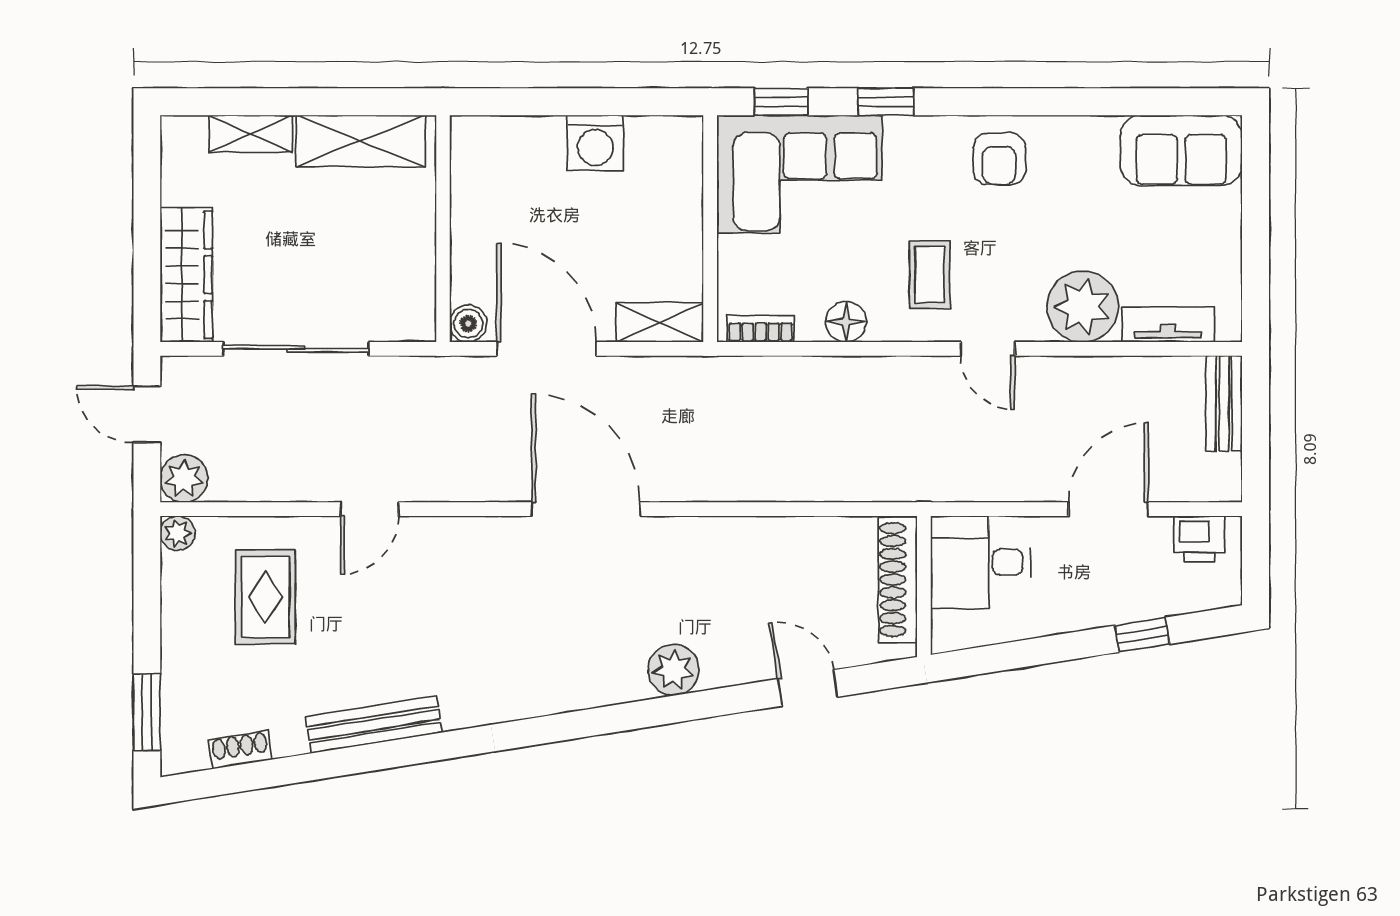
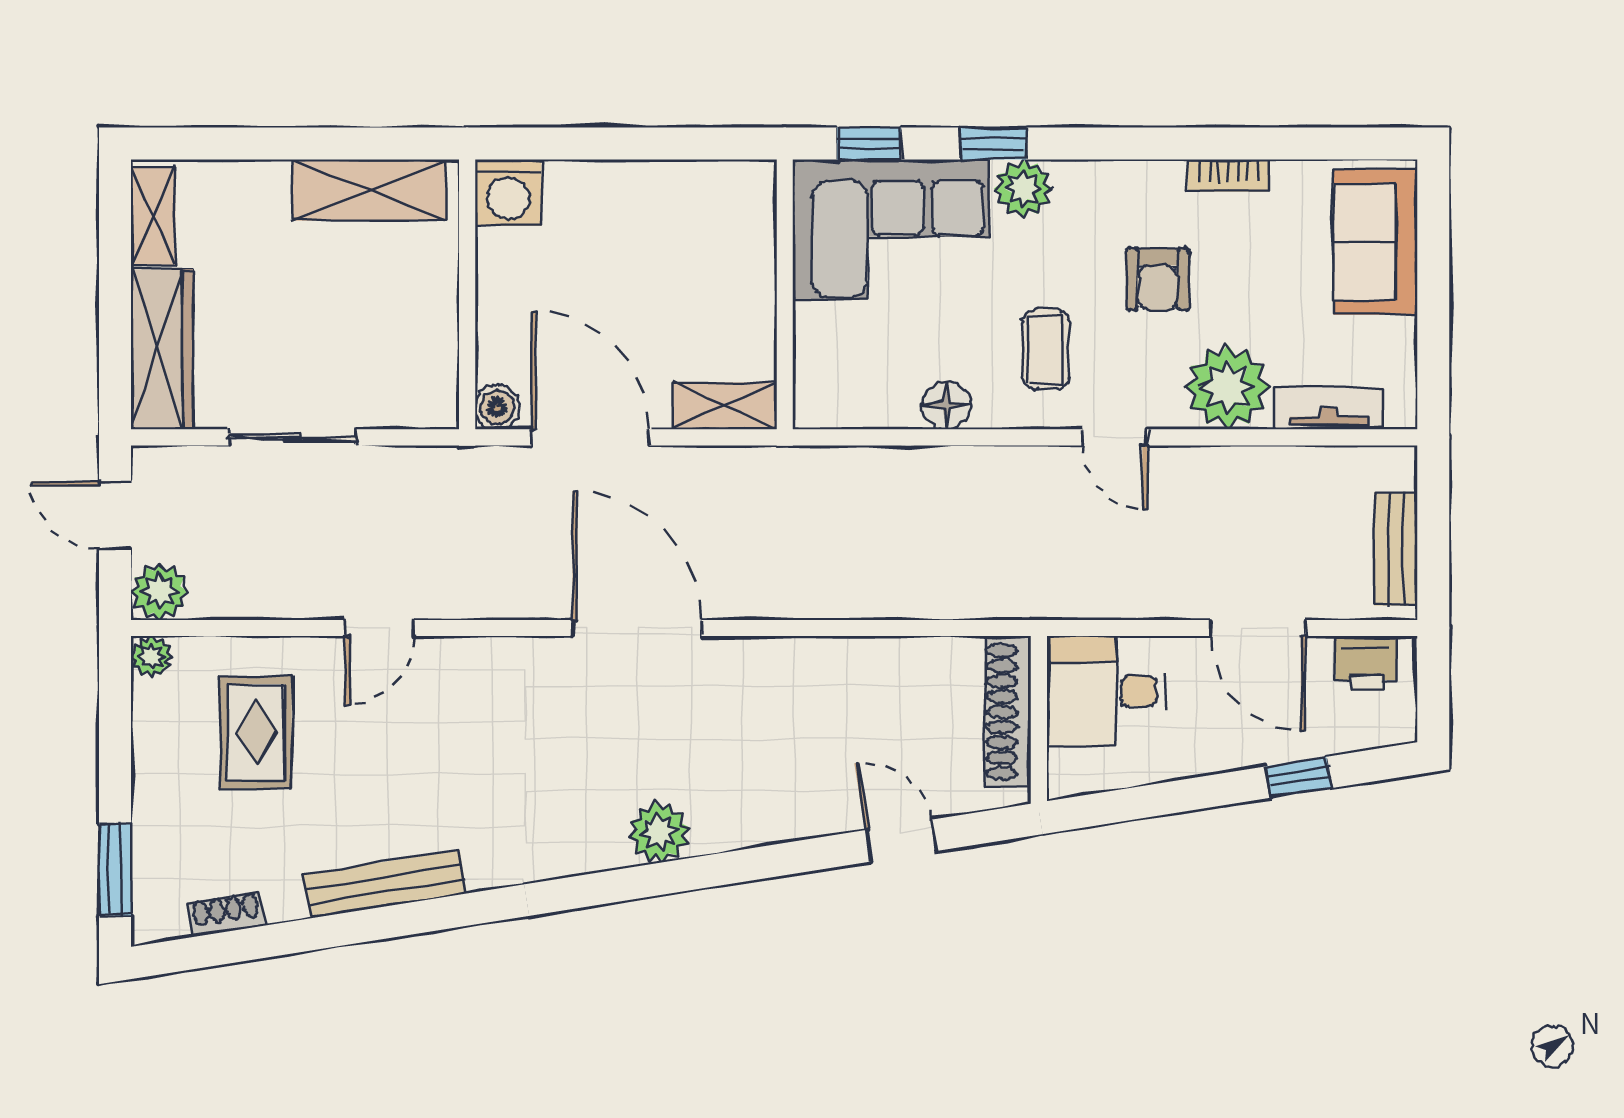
shelving: (251, 134) -> (153, 216), moved, turned 90
plant: (911, 140) -> (1023, 189), added
washing machine: (595, 143) -> (508, 193), moved
sofa: (1181, 150) -> (1375, 242), moved, turned 90
armchair: (999, 159) -> (1158, 279), moved
bookcase: (761, 329) -> (1228, 176), moved, turned 180
sliding door: (296, 349) -> (292, 437), width x0.73
bench: (1224, 403) -> (1396, 549), moved
door: (1108, 509) -> (1258, 628), swing flipped
plant: (673, 670) -> (659, 832), moved

